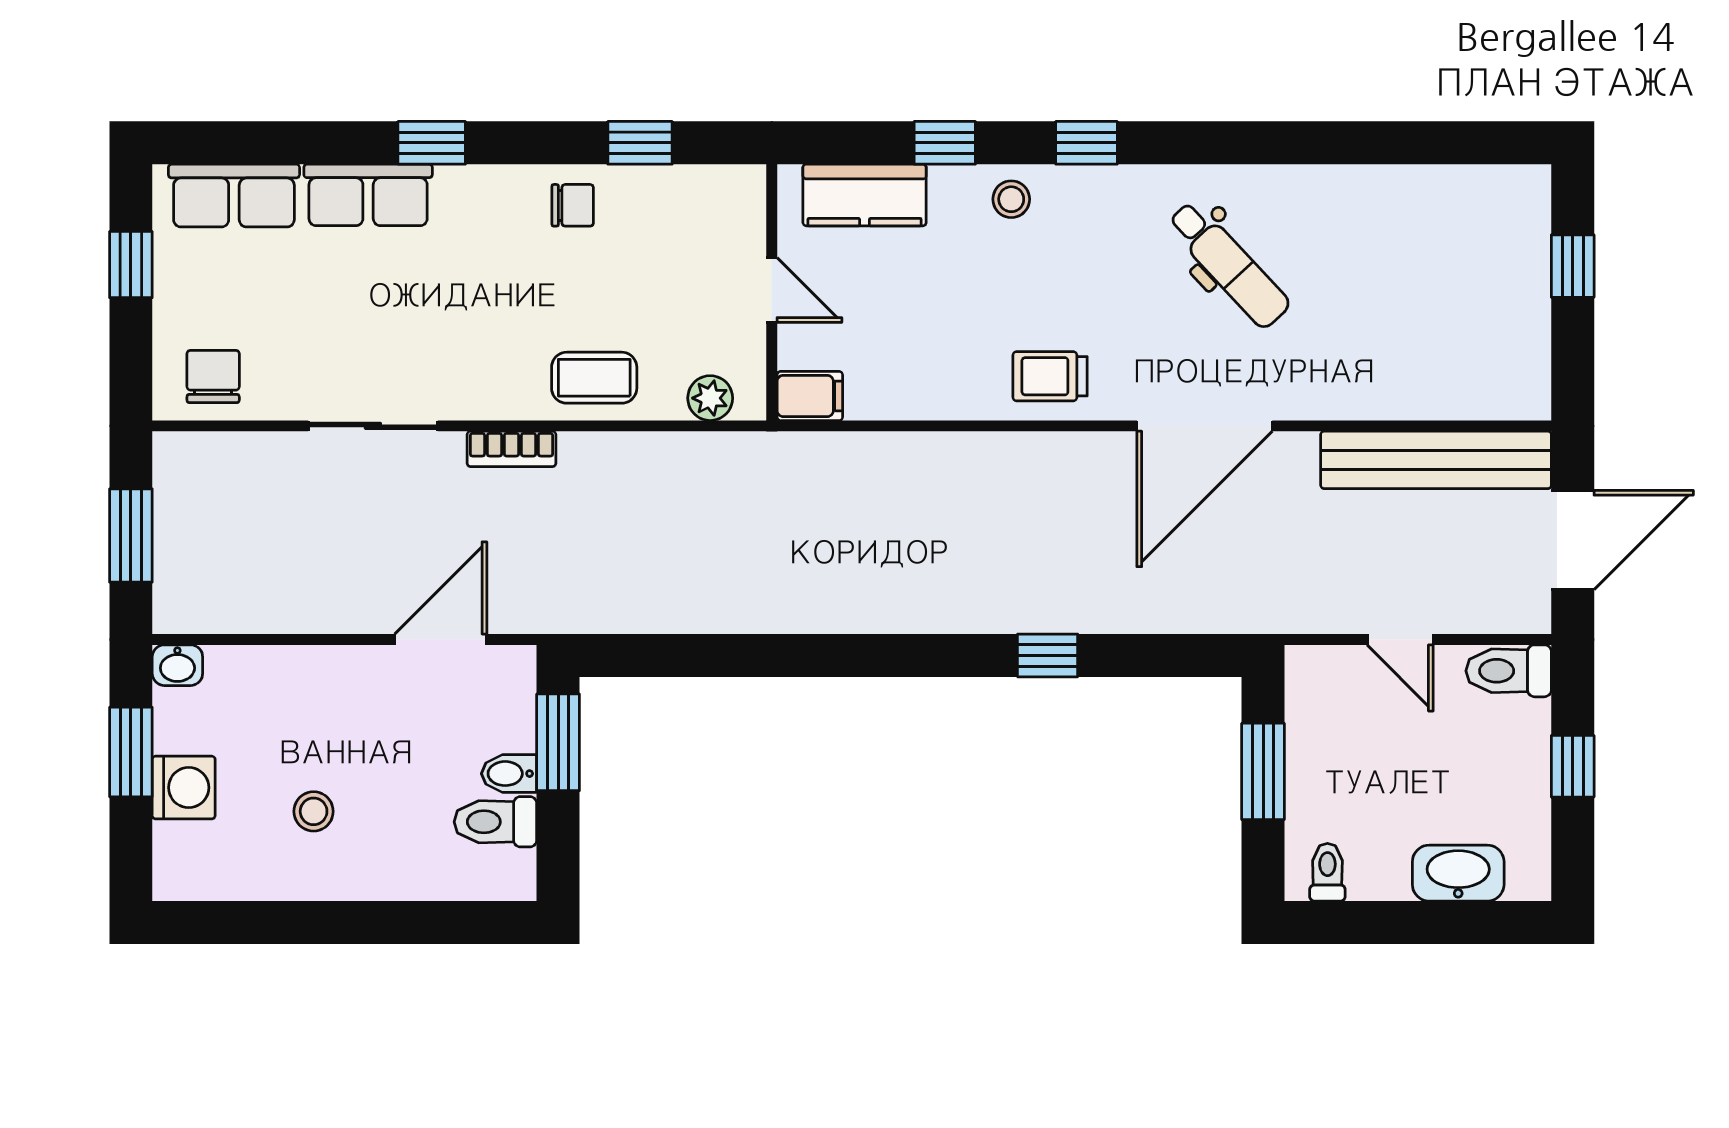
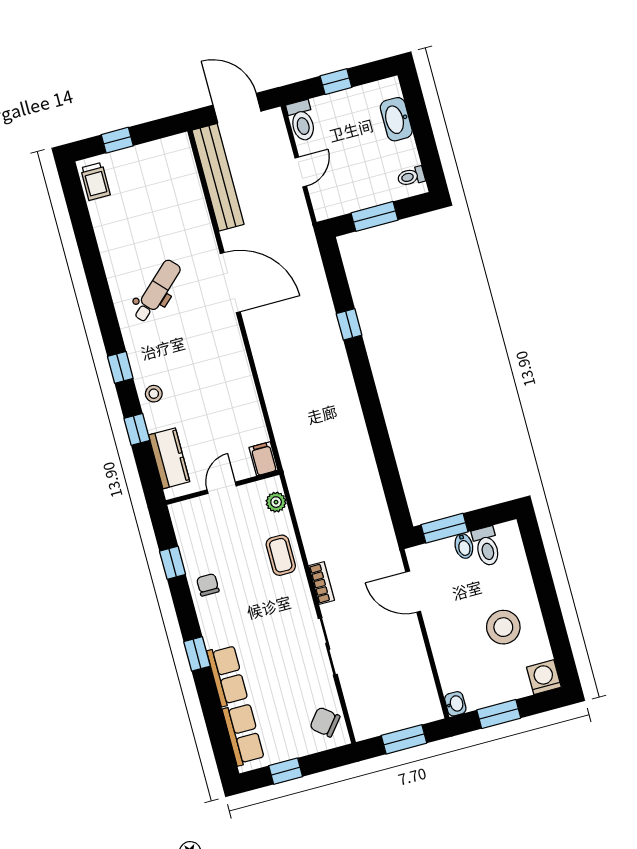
chair: (213, 376) -> (325, 722), turned 39
trolley: (1050, 376) -> (95, 181), moved
washing machine: (184, 788) -> (544, 677), moved
stool: (314, 811) -> (503, 627), width x1.89, depth x1.89

